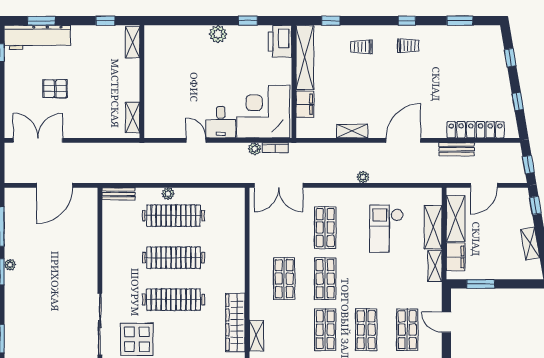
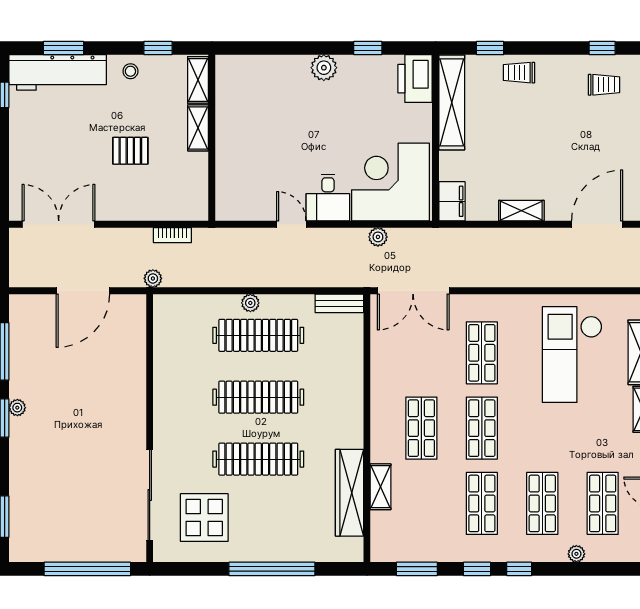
stool: (87, 36) -> (130, 71), added
trolley: (361, 47) -> (519, 73), moved
pallet: (55, 89) -> (130, 151), moved
filing cabinet: (305, 104) -> (452, 201), moved
shelving: (133, 117) -> (198, 128), moved
bookcase: (275, 148) -> (172, 235), moved
plant: (363, 177) -> (153, 278), moved
bench: (119, 194) -> (339, 303), moved
checkout: (386, 229) -> (572, 355), width x1.36, depth x1.21
shelving: (256, 336) -> (380, 487), moved

